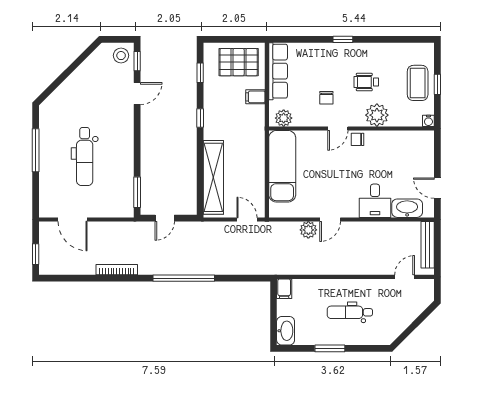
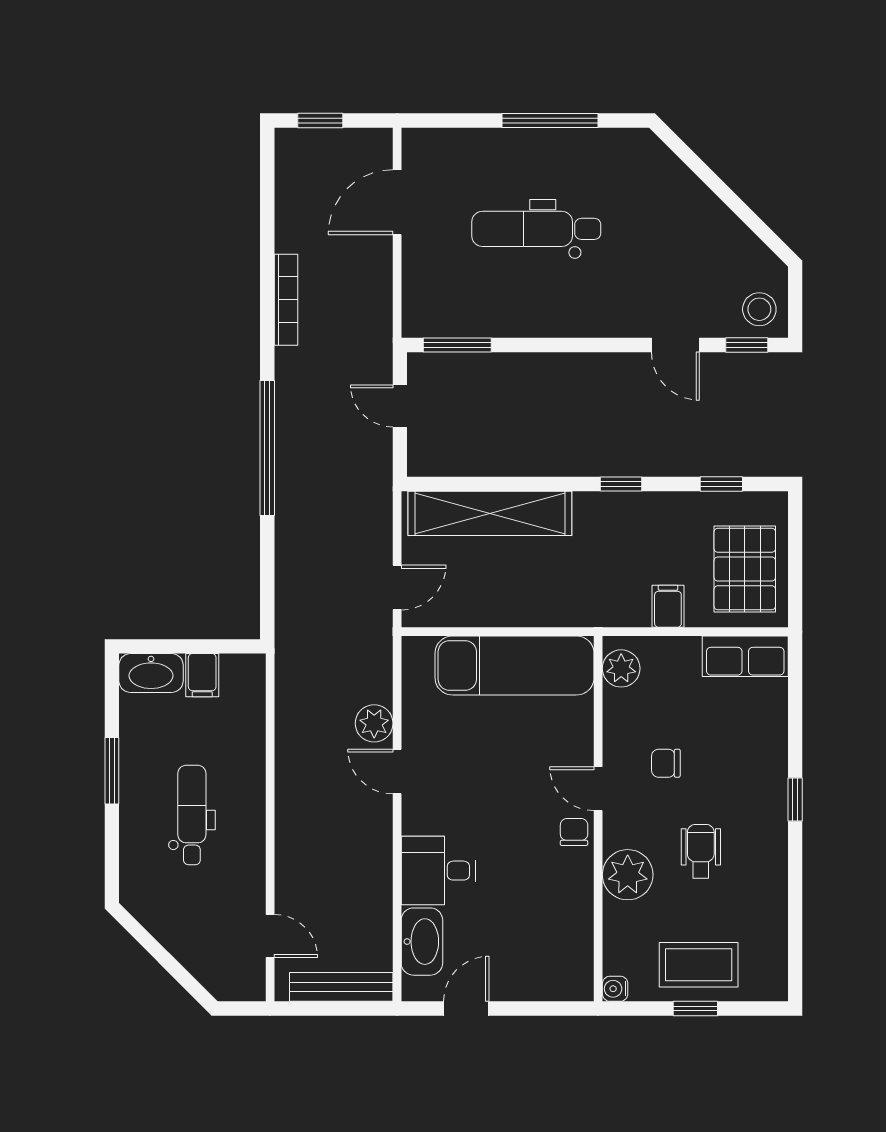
row of seats: (278, 71) -> (745, 656), width x0.68
filing cabinet: (284, 289) -> (202, 675), moved, turned -90

